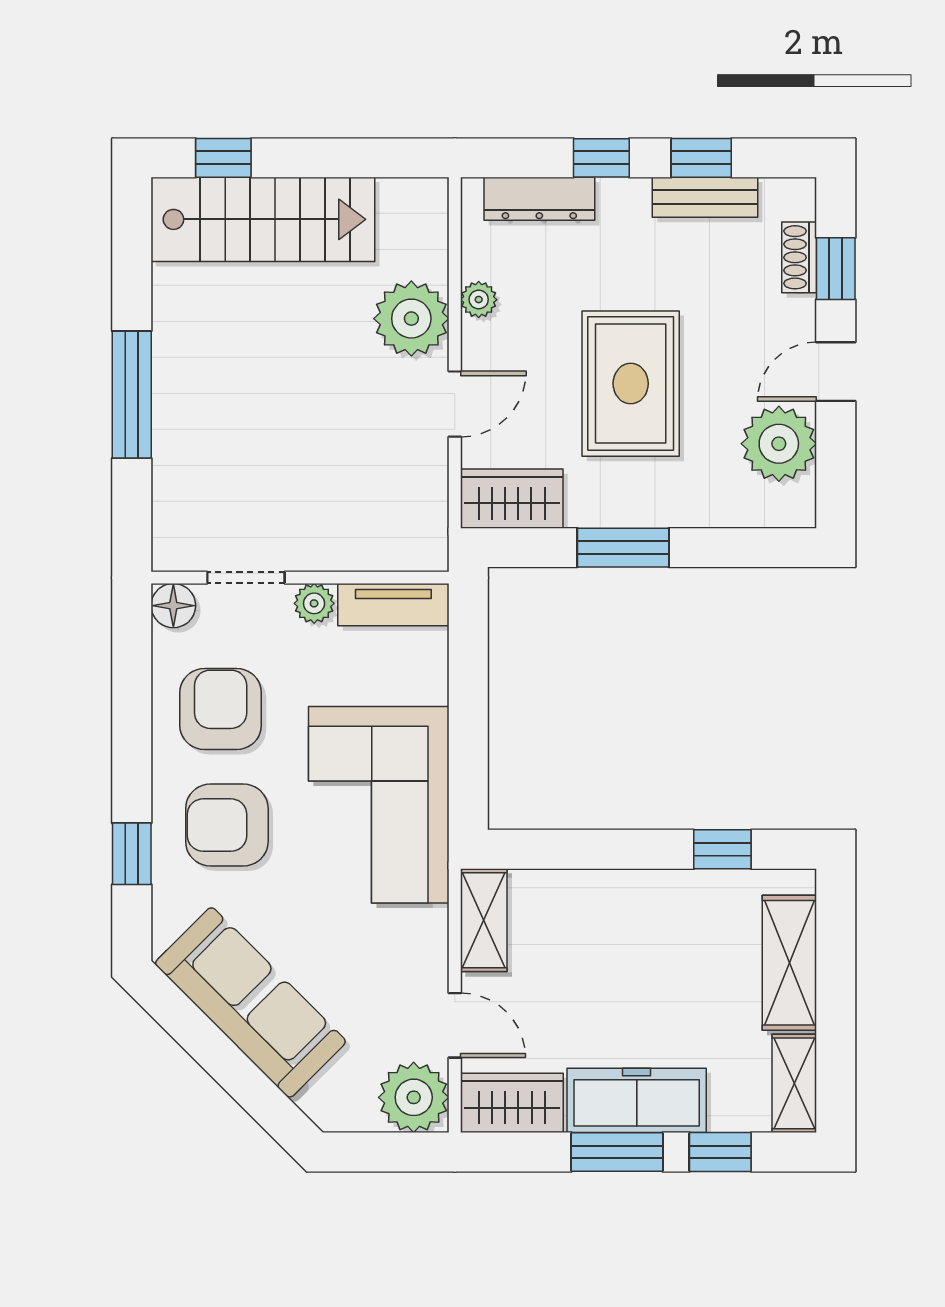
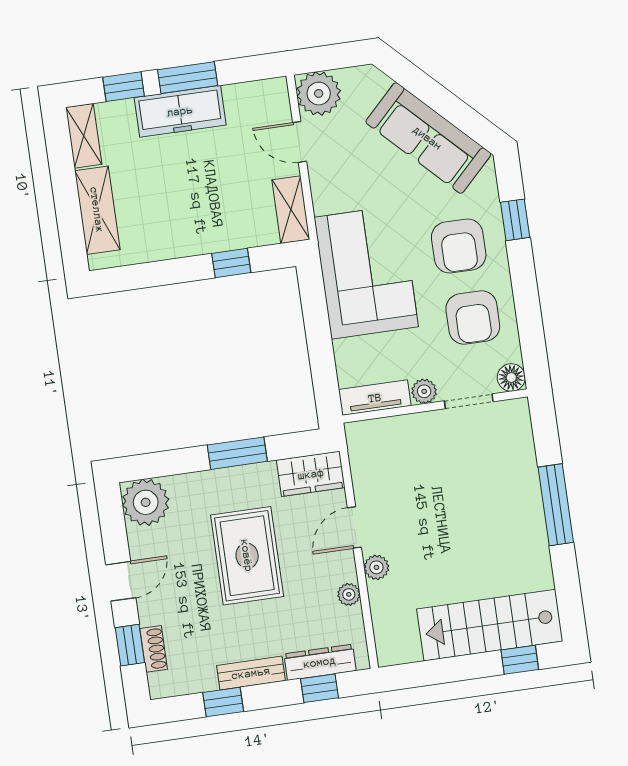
window: (601, 158) -> (319, 688), moved
bench: (705, 197) -> (251, 673), moved
plant: (411, 319) -> (376, 567), width x0.53, depth x0.53
plant: (779, 444) -> (146, 502), moved
armchair: (227, 825) -> (459, 246), turned 90
window: (722, 849) -> (231, 263), moved
wardrobe: (512, 1103) -> (257, 99), removed

